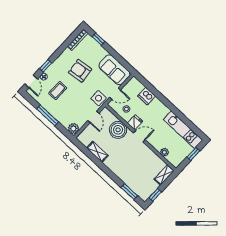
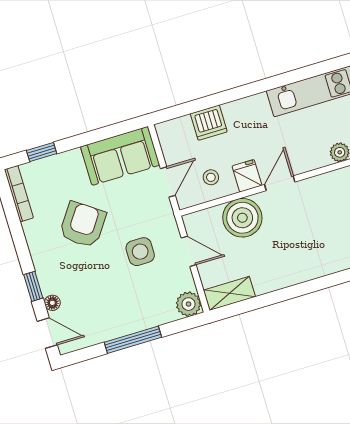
armchair: (80, 71) -> (83, 225), turned 132
coffee table: (58, 91) -> (96, 291), removed
side table: (98, 98) -> (140, 252), moved
shelving: (97, 152) -> (229, 293), moved

